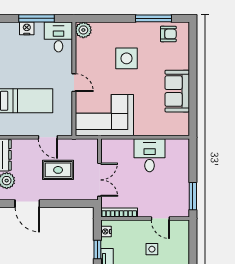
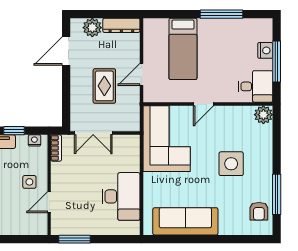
sofa: (177, 91) -> (185, 221), width x1.36
desk: (150, 155) -> (121, 196), width x1.37
bookcase: (119, 212) -> (56, 148), width x0.64
side table: (152, 249) -> (29, 182), moved

